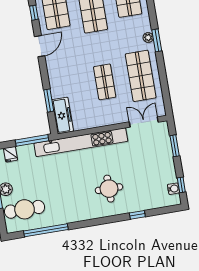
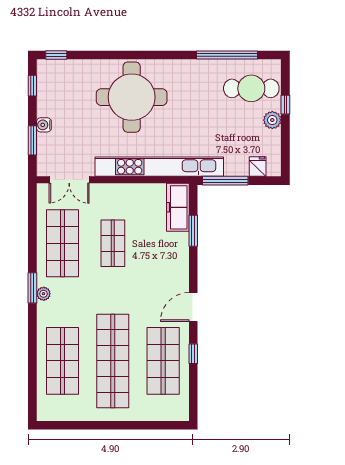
round table: (109, 189) -> (132, 97), width x1.86, depth x1.86
water cooler: (173, 189) -> (44, 125), moved
window: (137, 215) -> (56, 55), moved

